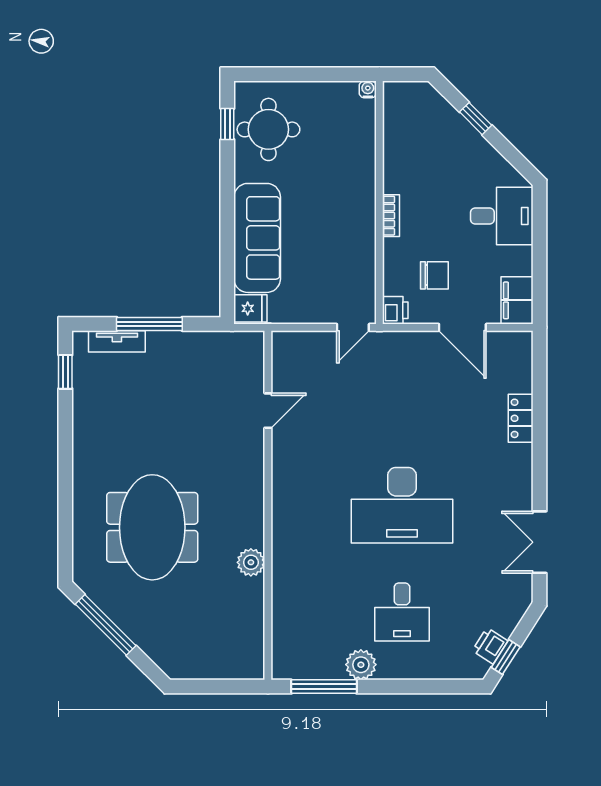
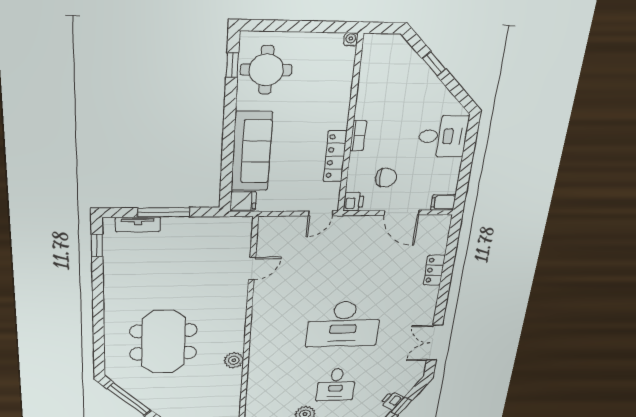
locker: (364, 245) -> (335, 156), added
filing cabinet: (517, 300) -> (443, 202), width x0.50

